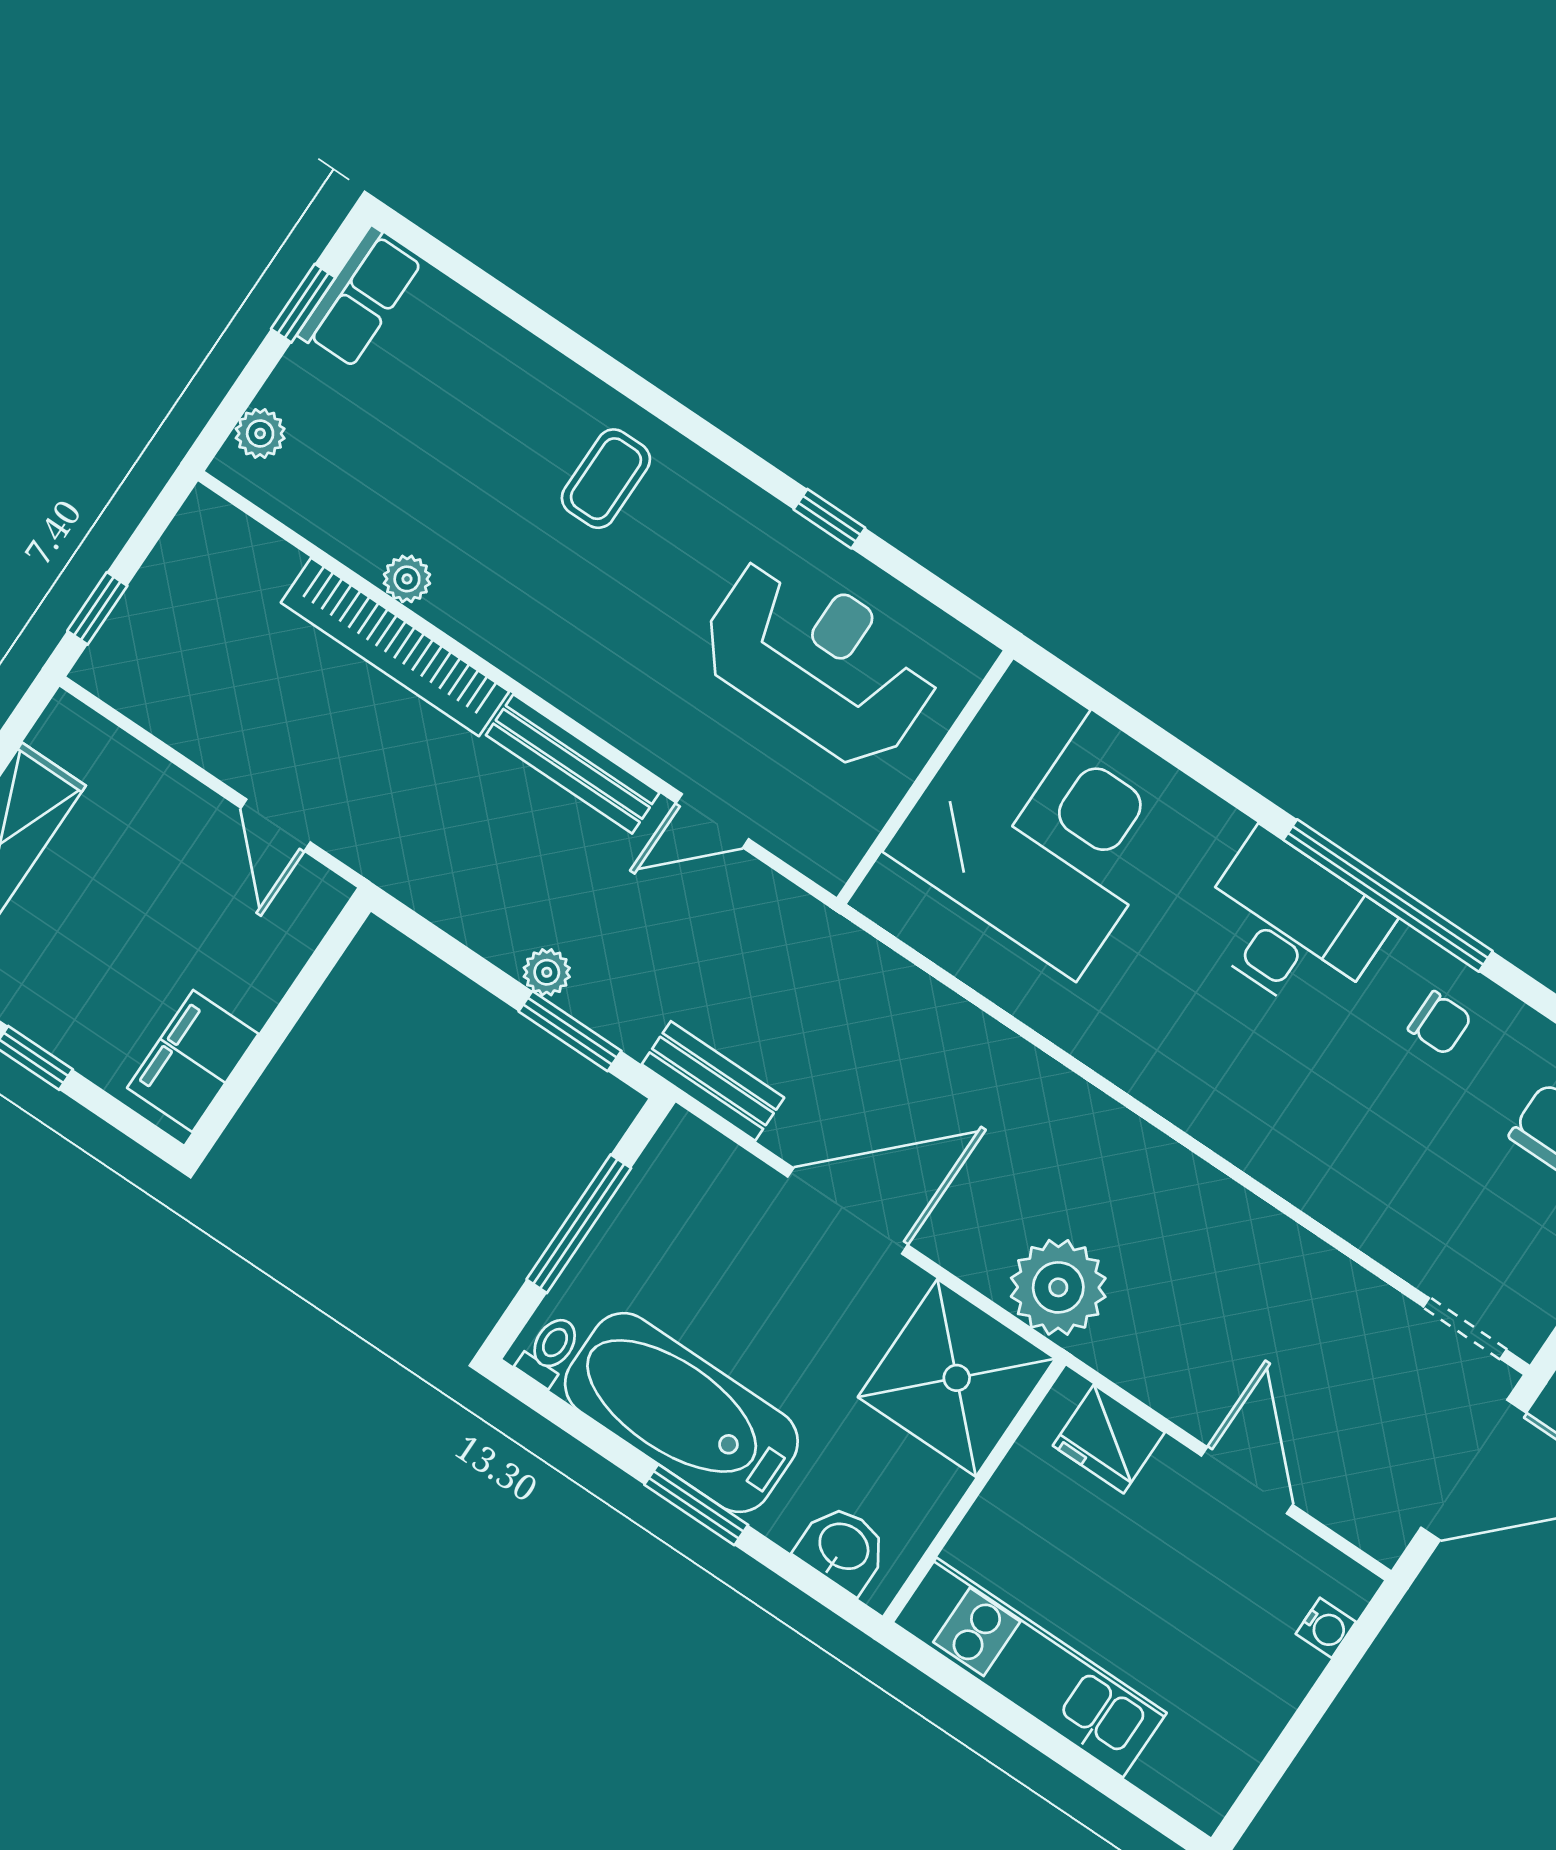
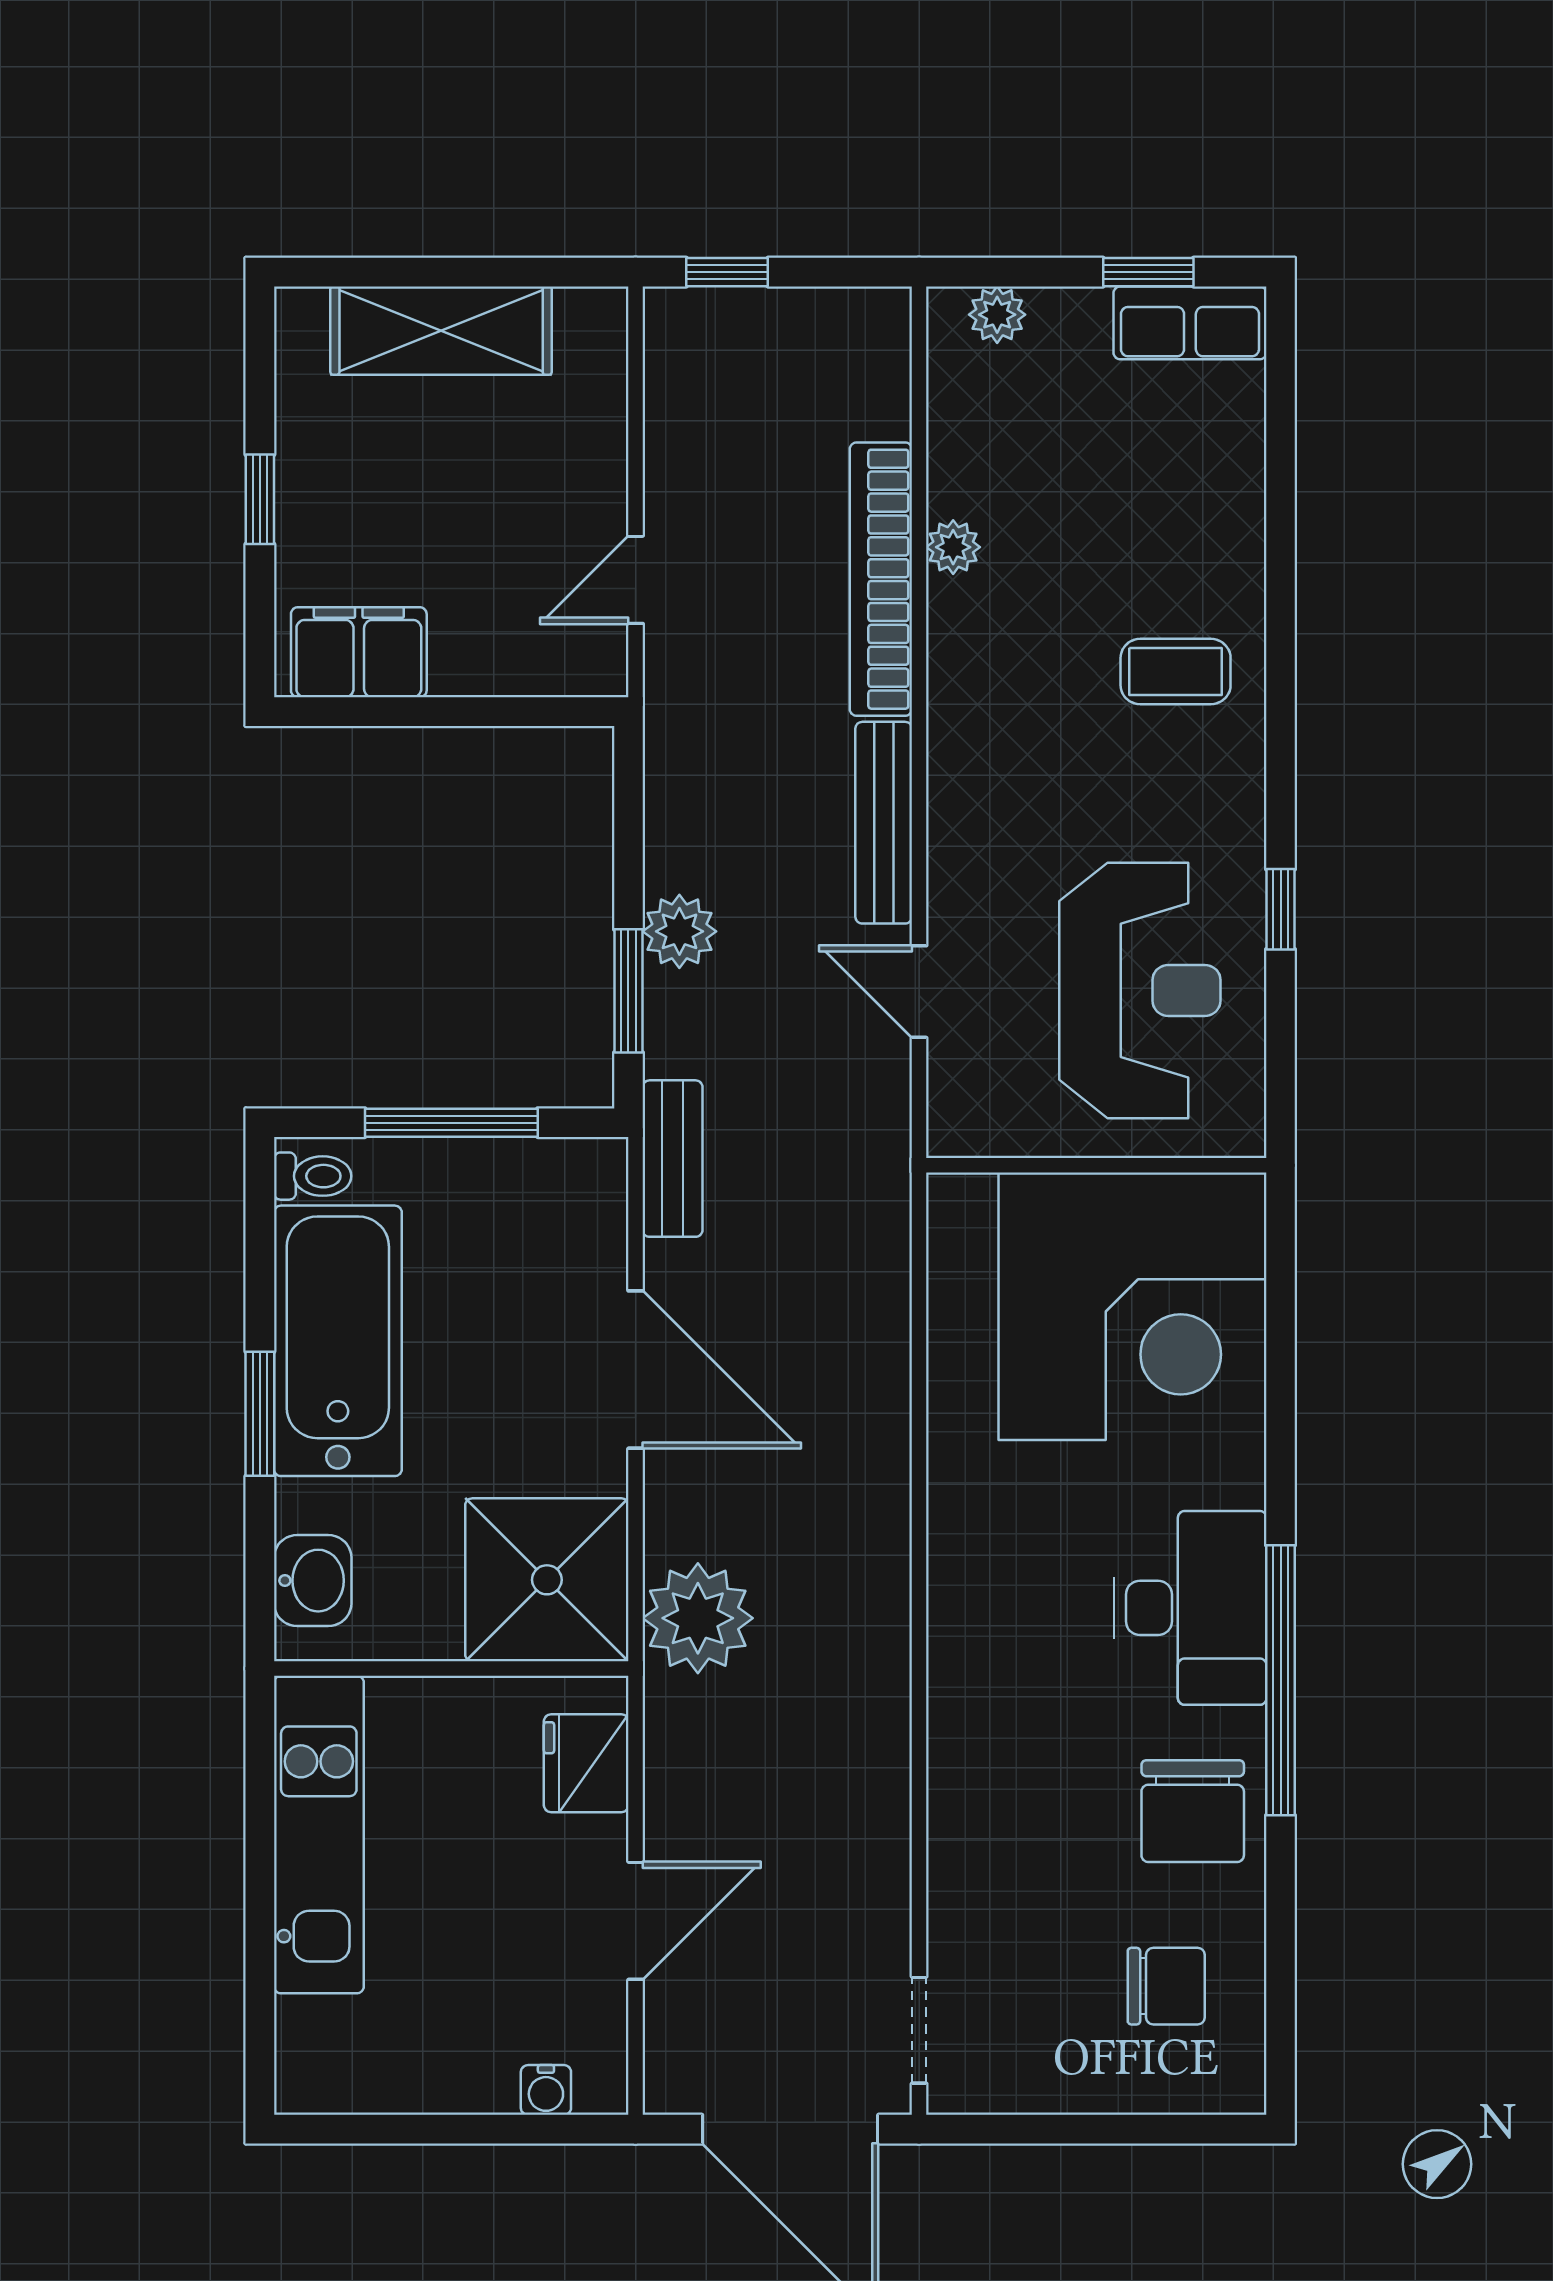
plant: (547, 972) -> (679, 931), width x1.38, depth x1.38
chair: (1440, 1023) -> (1193, 1811), width x1.87, depth x1.87

